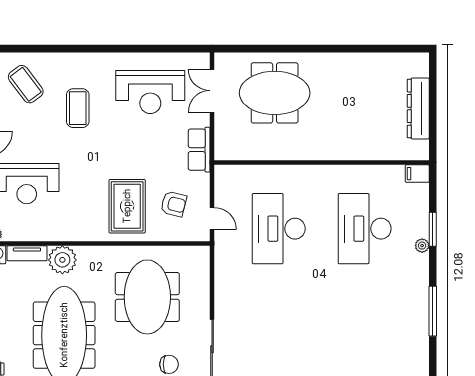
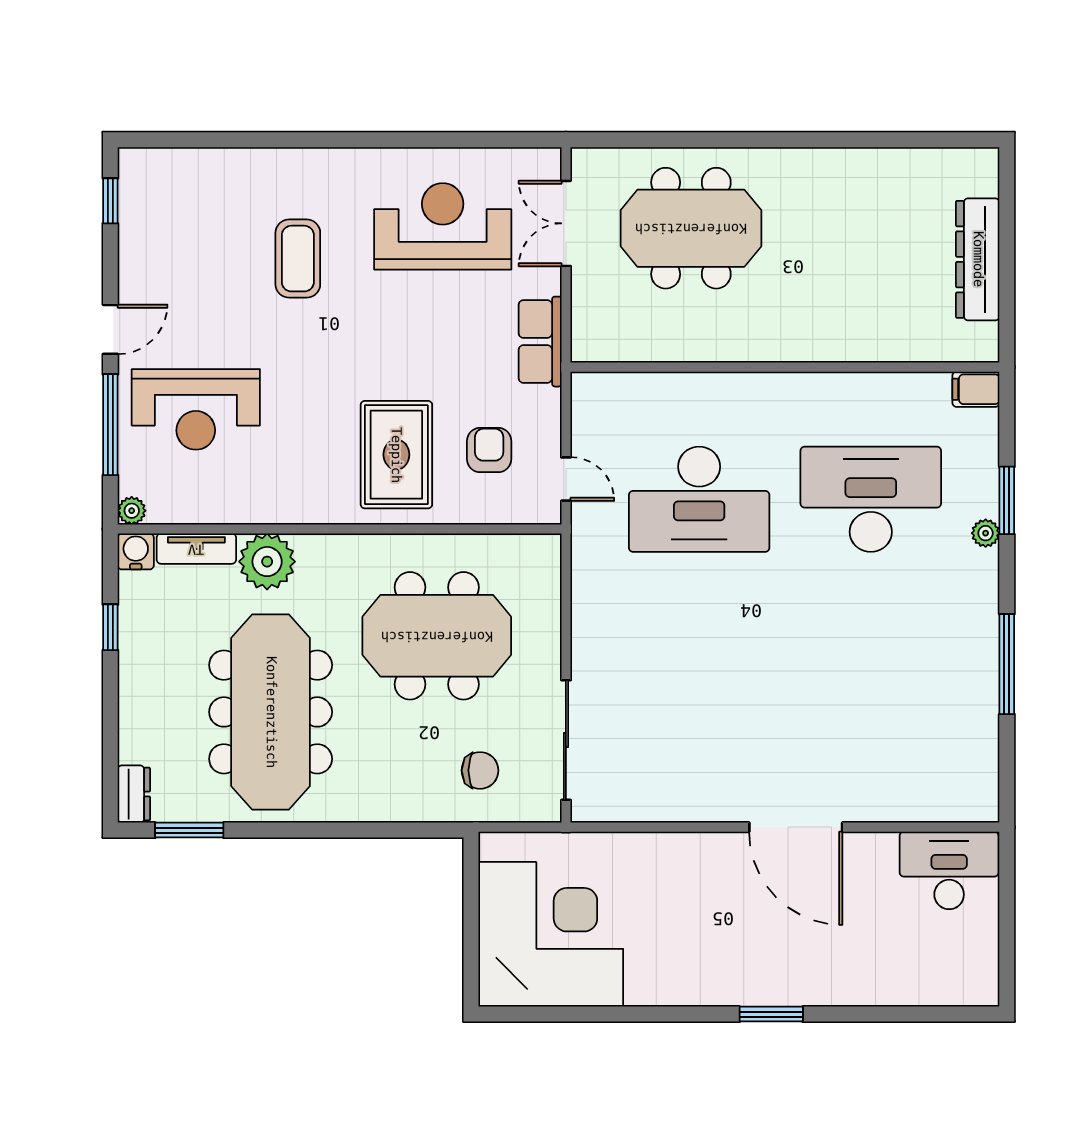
coffee table: (26, 84) -> (194, 211), removed
reception desk: (150, 92) -> (443, 226), turned 180
armchair: (174, 204) -> (489, 450), turned -104
desk: (279, 229) -> (699, 499), turned -90
desk: (365, 229) -> (871, 499), turned 90
meeting table: (147, 297) -> (437, 636), turned 90

